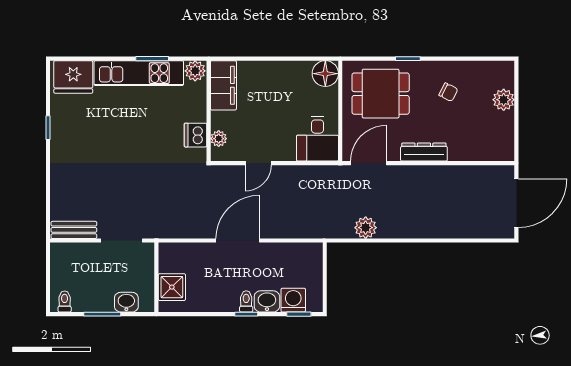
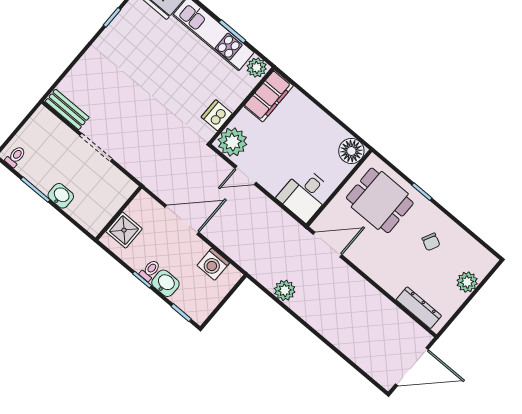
plant: (219, 139) -> (232, 142), width x1.87, depth x1.87
dresser: (424, 152) -> (419, 308), moved
wall: (156, 277) -> (119, 213), moved
shower: (172, 287) -> (124, 230), moved
washing machine: (293, 300) -> (213, 264), moved, turned 180

